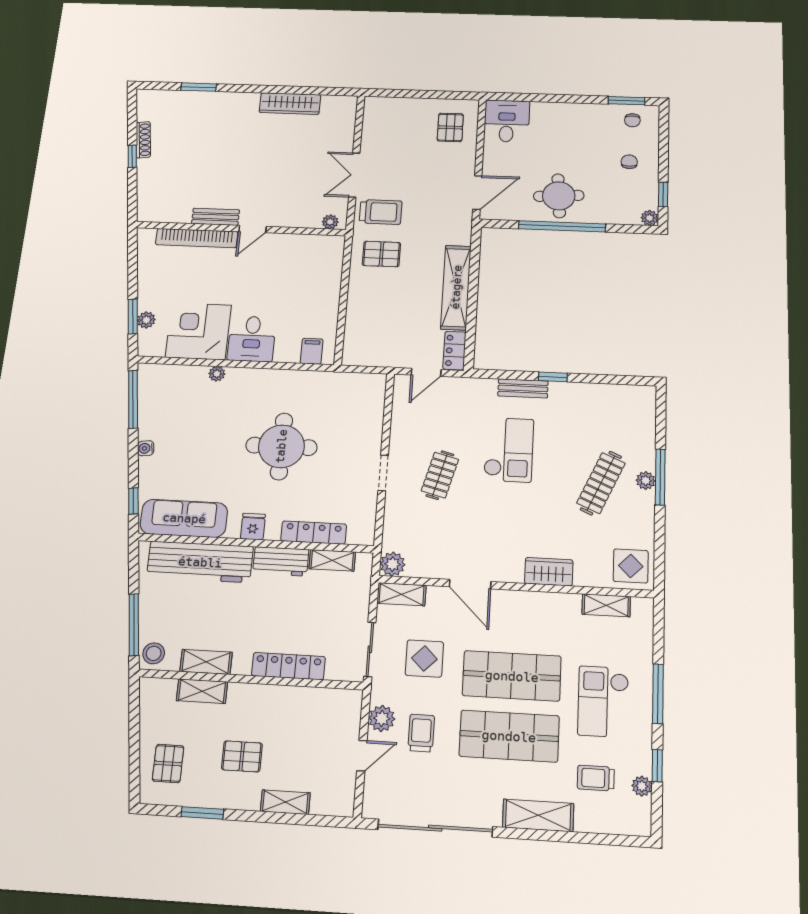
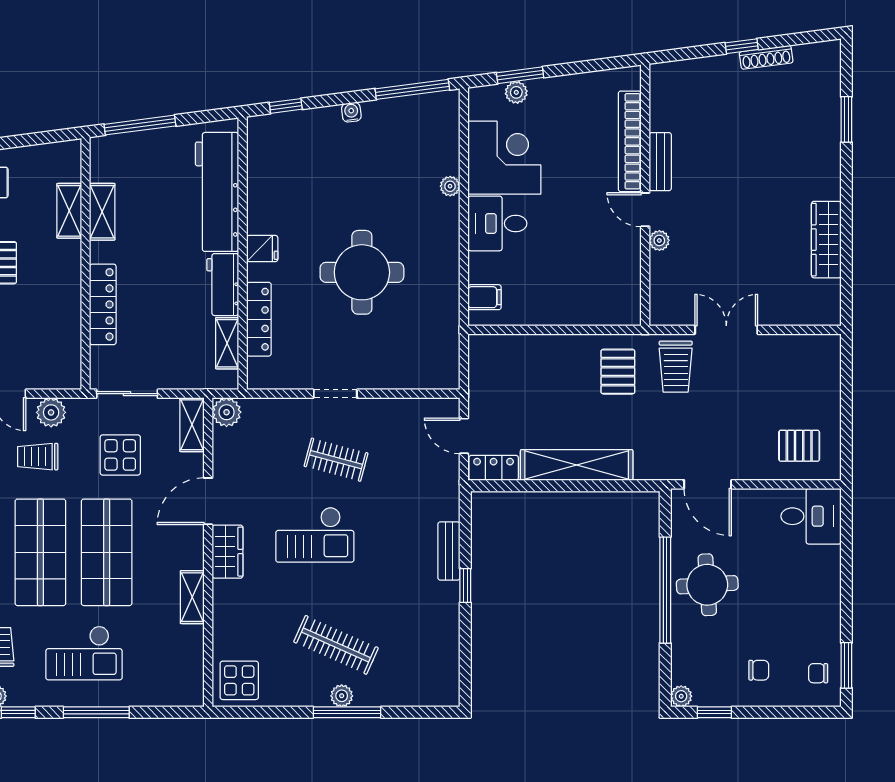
plant: (330, 222) -> (659, 240), moved
checkout: (509, 450) -> (315, 535), moved
sofa: (184, 518) -> (268, 167), removed
wardrobe: (549, 572) -> (227, 552), moved
shelving: (606, 605) -> (192, 597), moved
stool: (154, 653) -> (108, 152), removed
checkout: (603, 702) -> (84, 653), turned 180
trolley: (421, 733) -> (38, 457), turned 180

